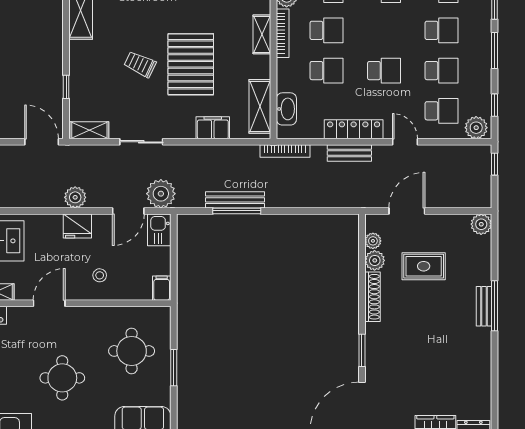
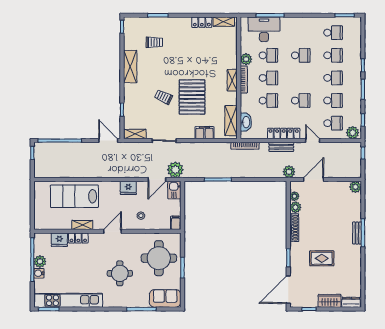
plant: (75, 197) -> (289, 172), moved
bench: (235, 200) -> (217, 173), removed
rug: (424, 266) -> (322, 258), moved
round table: (132, 351) -> (159, 258), width x1.36, depth x1.36

